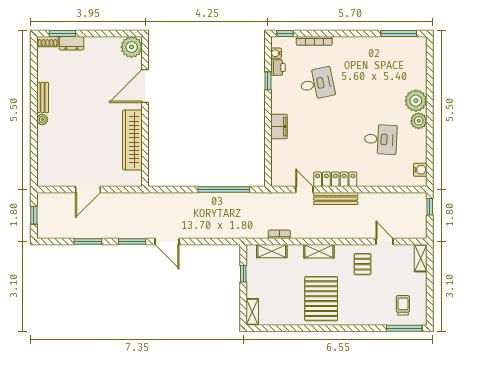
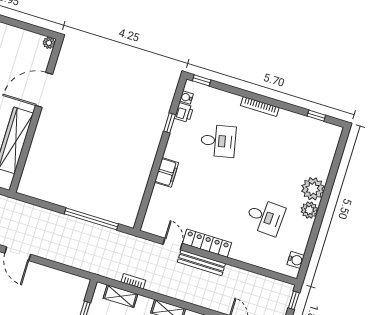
window: (399, 33) -> (316, 116), width x0.46
bookcase: (314, 41) -> (260, 106), moved
plant: (132, 47) -> (49, 43), width x0.53, depth x0.53

